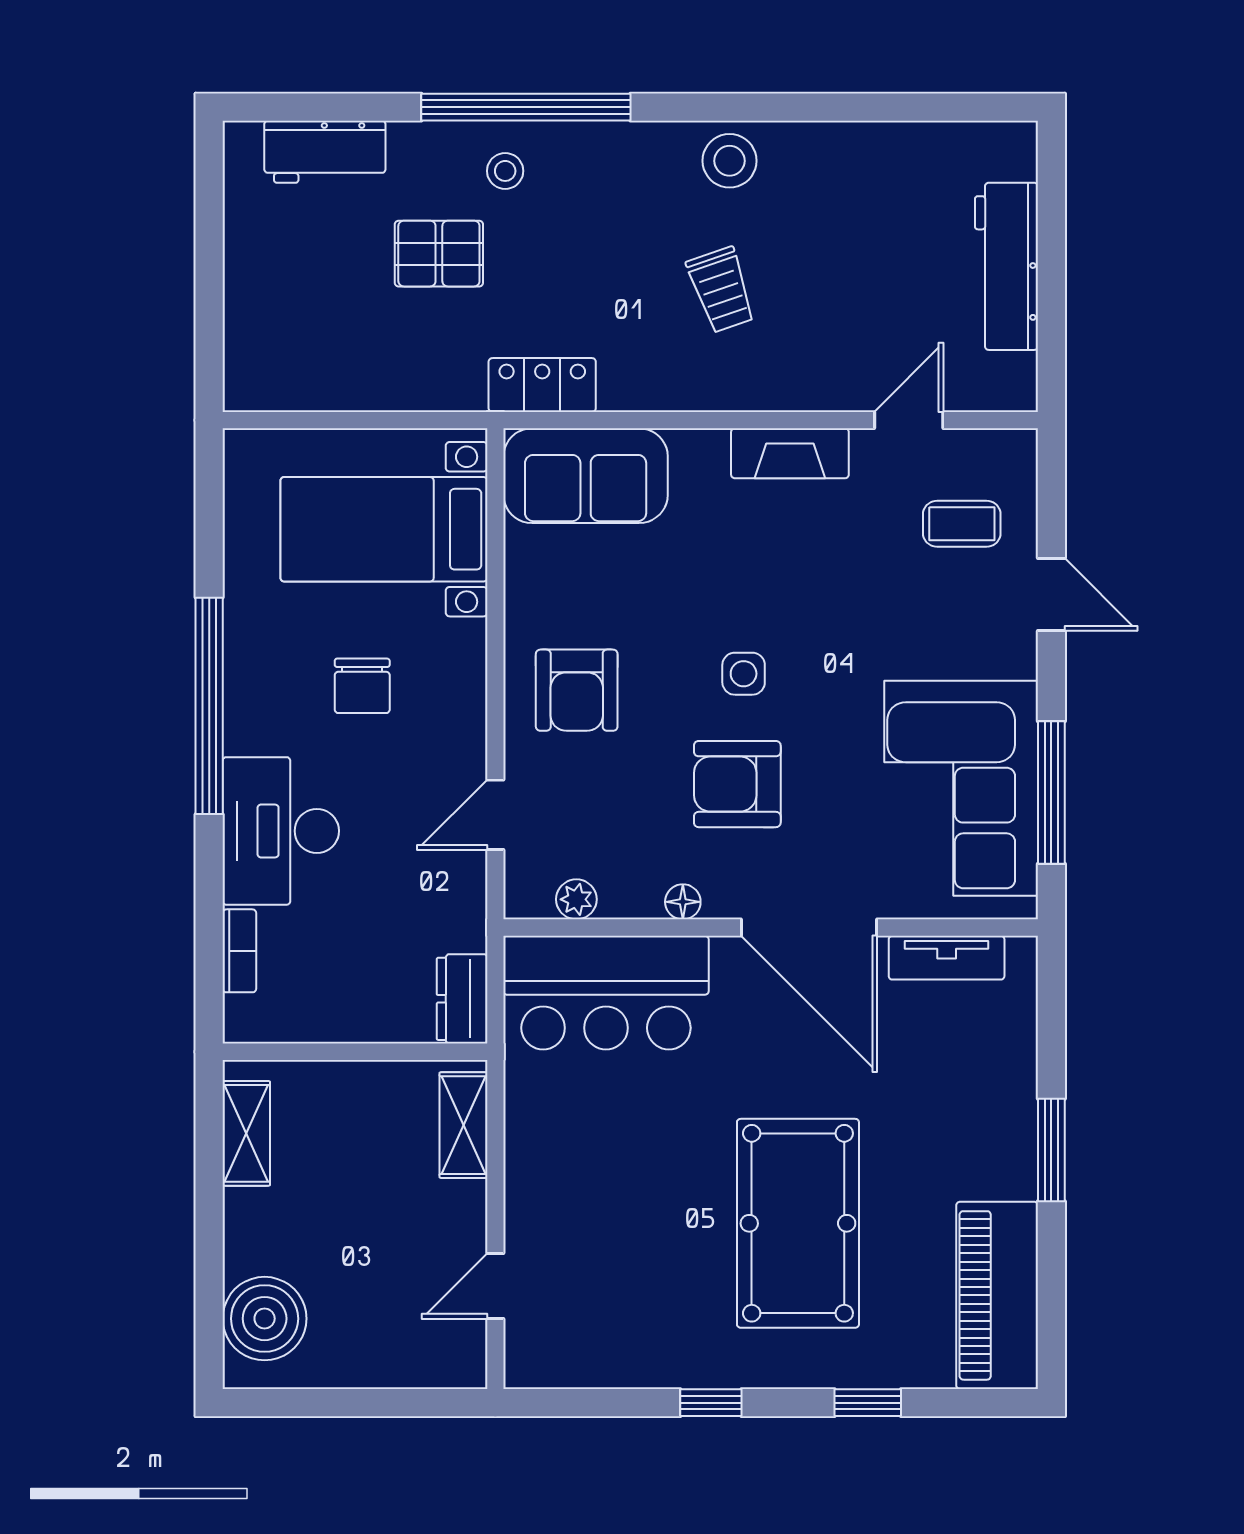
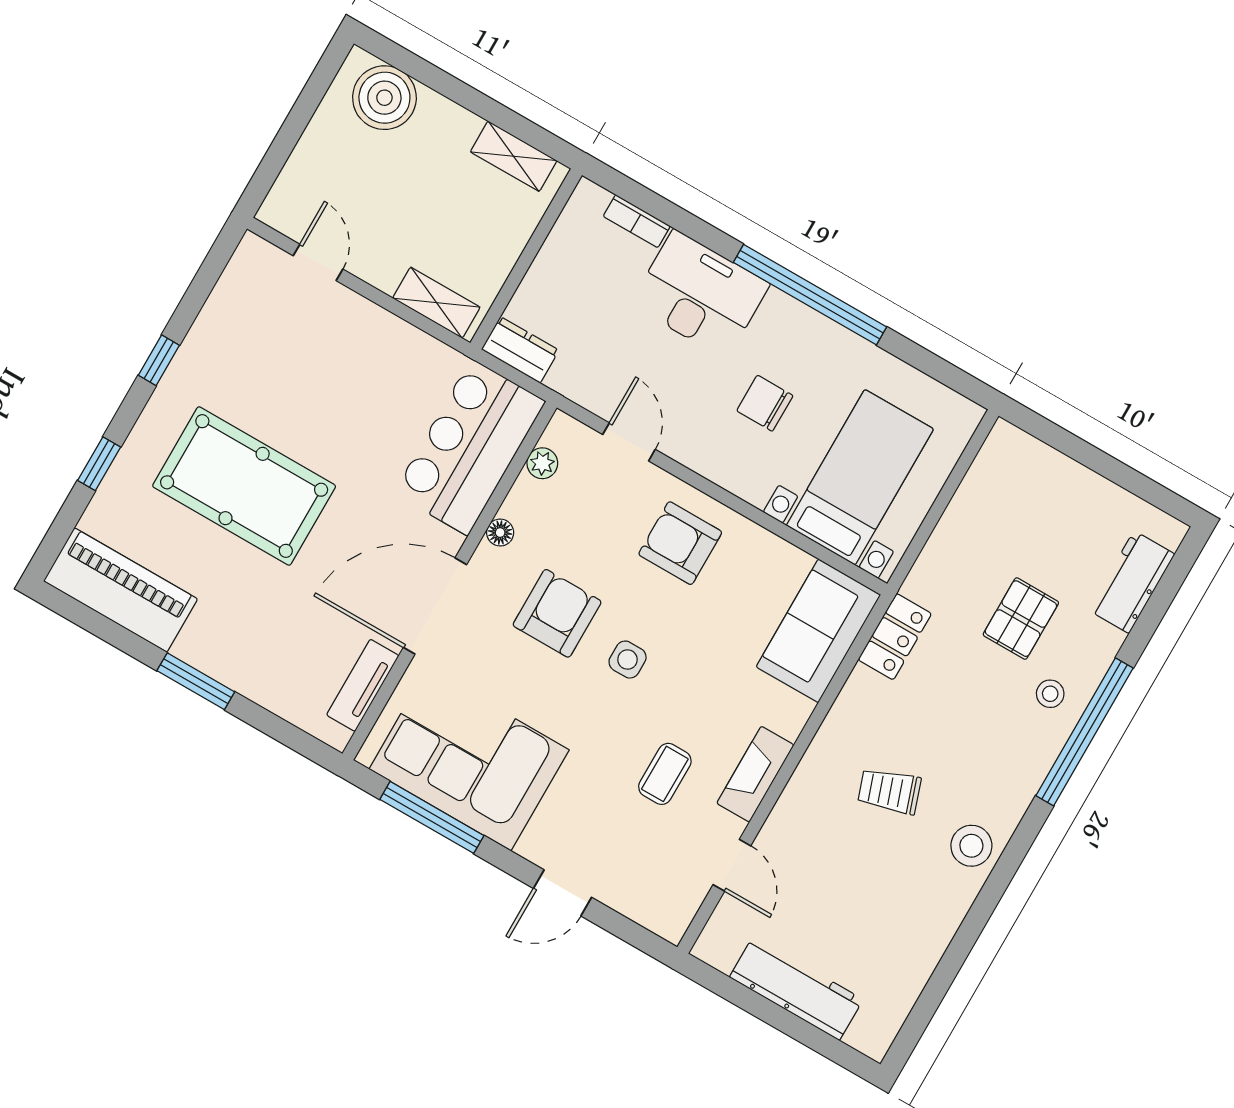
coffee table: (962, 524) -> (665, 774), moved

